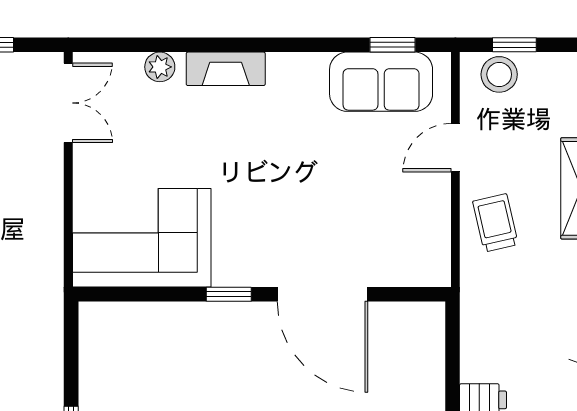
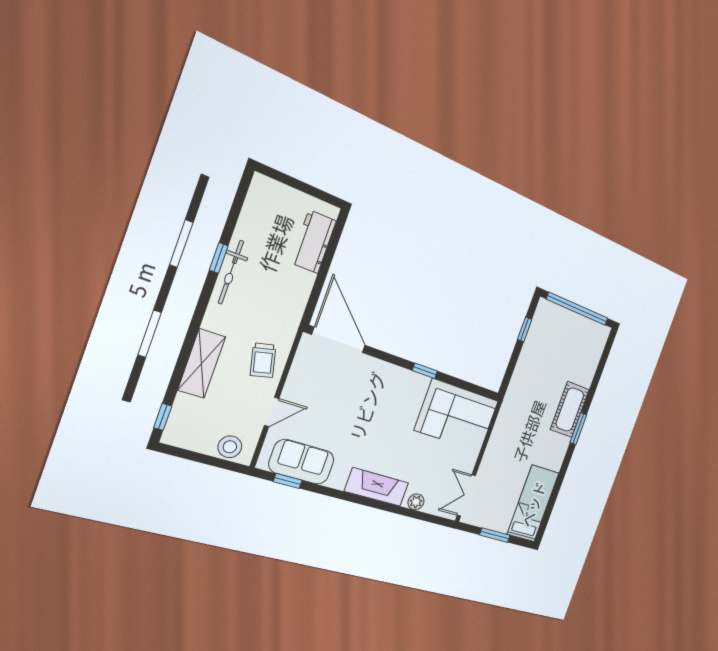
window: (514, 45) -> (214, 462), removed
fireplace: (226, 69) -> (377, 487), width x1.37, depth x1.32
door: (323, 294) -> (339, 340), moved

